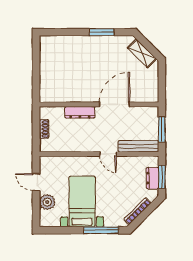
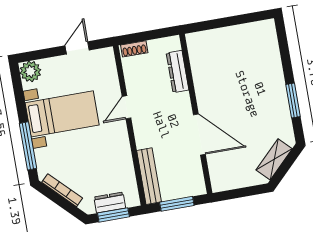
dresser: (80, 112) -> (178, 71), moved
shoe rack: (44, 129) -> (134, 49), moved
door: (108, 154) -> (126, 107), moved
plant: (47, 202) -> (30, 71), moved

